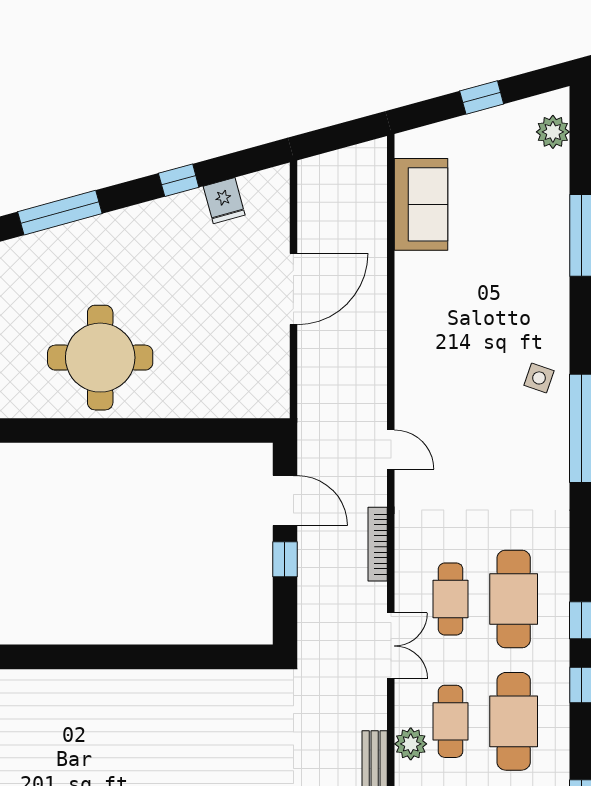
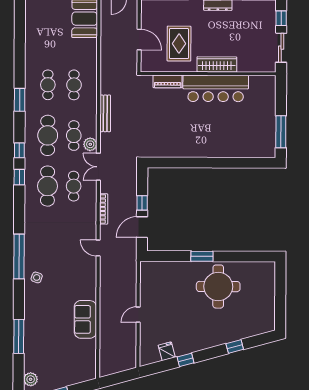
sofa: (421, 204) -> (85, 319), moved
window: (60, 213) -> (235, 347), width x0.46
door: (293, 289) -> (138, 315), width x0.53
window: (140, 430) -> (202, 256), added
door: (285, 501) -> (142, 227), hinge flipped
plant: (411, 744) -> (90, 144), moved

